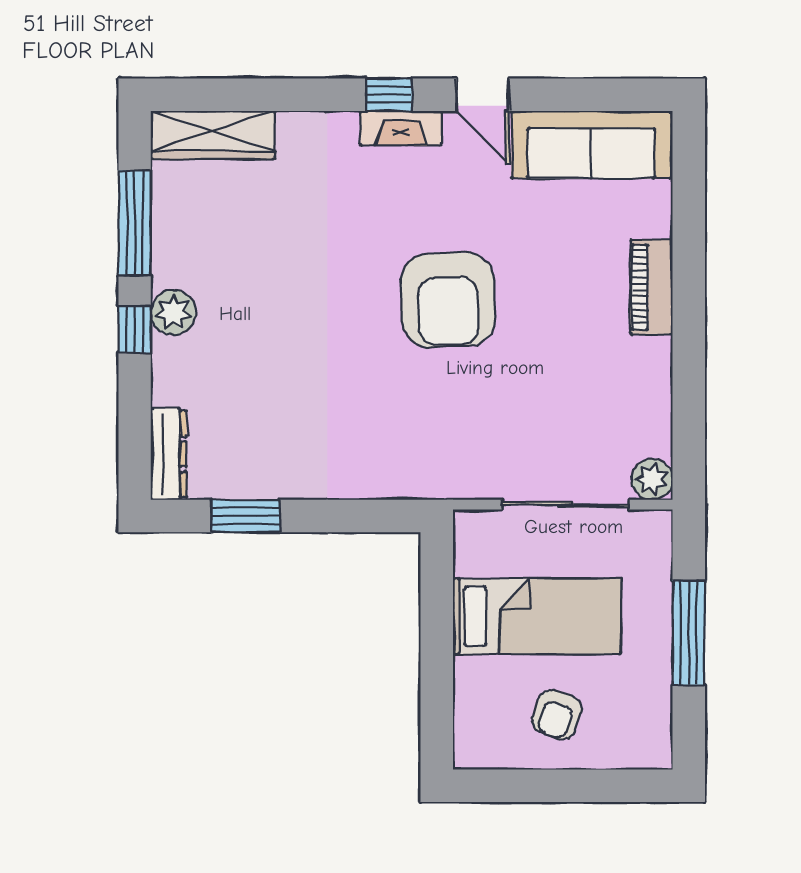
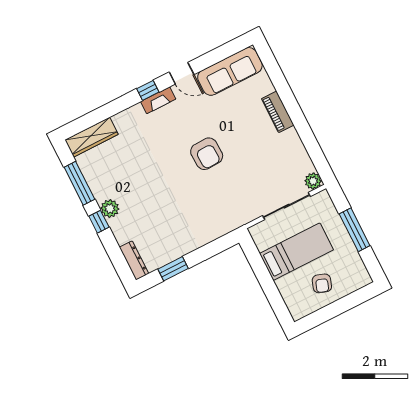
armchair: (448, 300) -> (207, 154), width x0.73, depth x0.73

